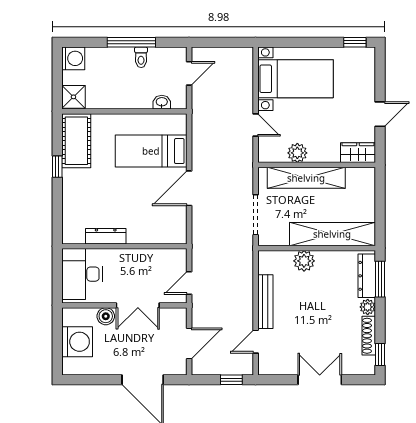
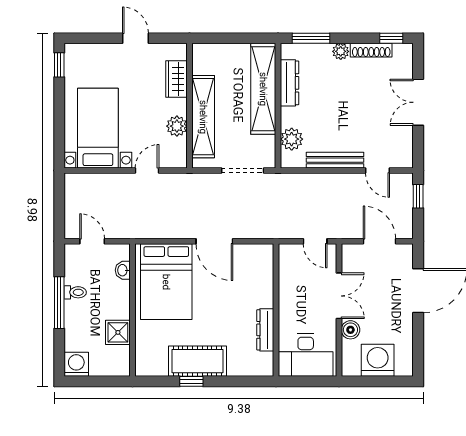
shower: (73, 97) -> (118, 332), moved
cot: (76, 141) -> (197, 361), moved
bed: (151, 151) -> (166, 282), width x1.50
wardrobe: (358, 153) -> (176, 79), moved
plant: (304, 261) -> (292, 139), moved
dresser: (367, 276) -> (289, 83), moved, turned -90

